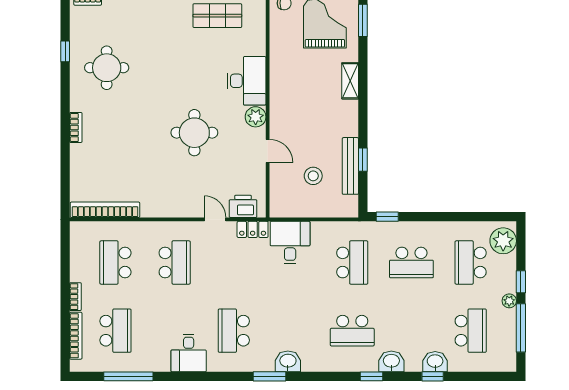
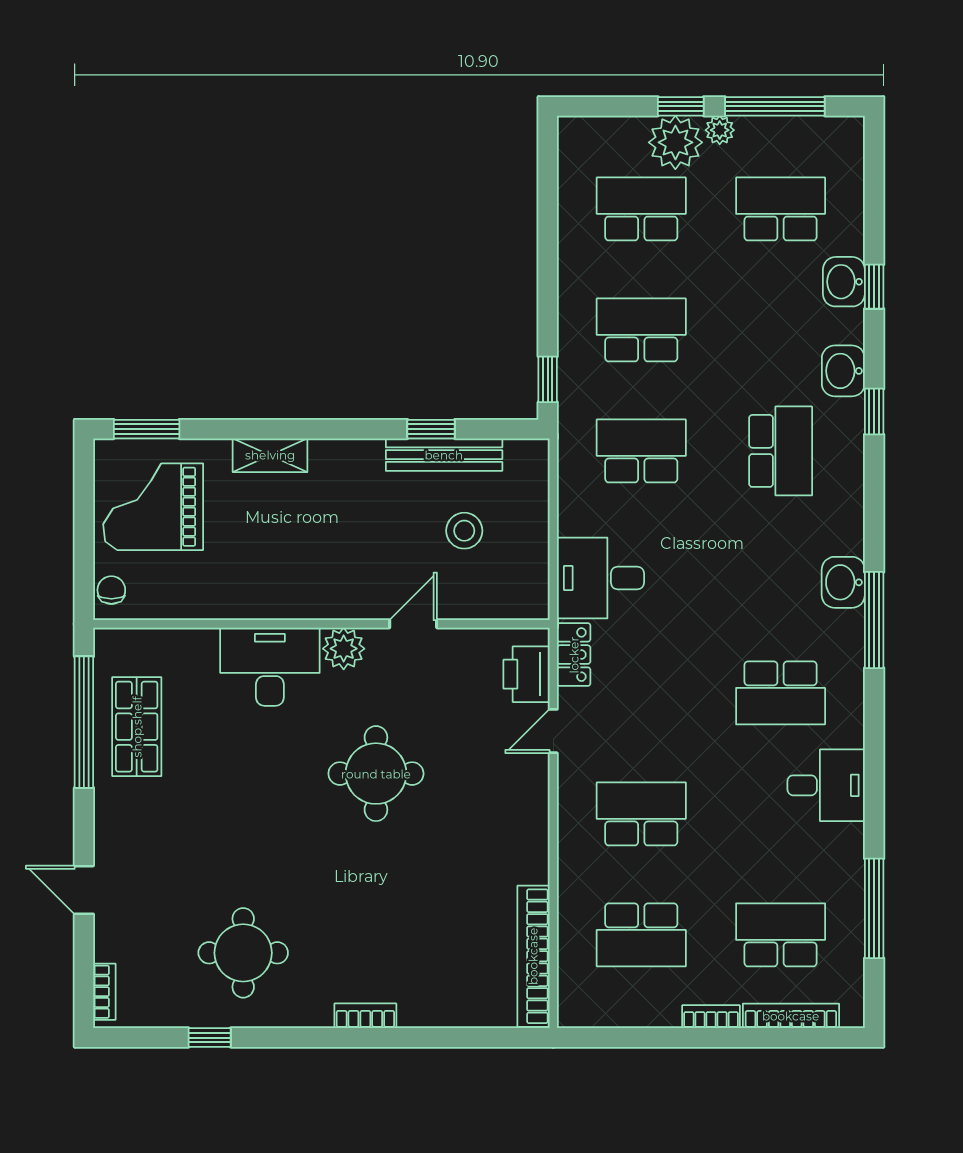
plant: (503, 241) -> (675, 142), moved
school desk: (411, 262) -> (641, 330), turned -90
school desk: (471, 262) -> (641, 209), turned 180
window: (269, 376) -> (874, 620), width x1.44

